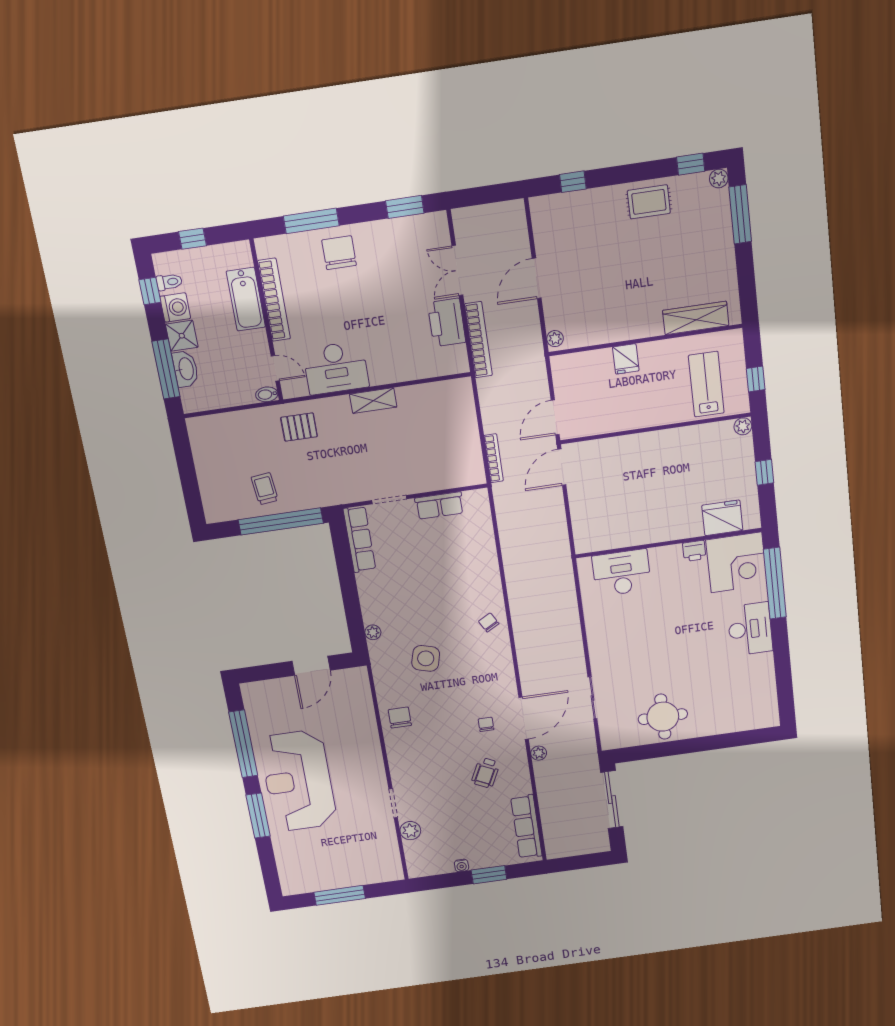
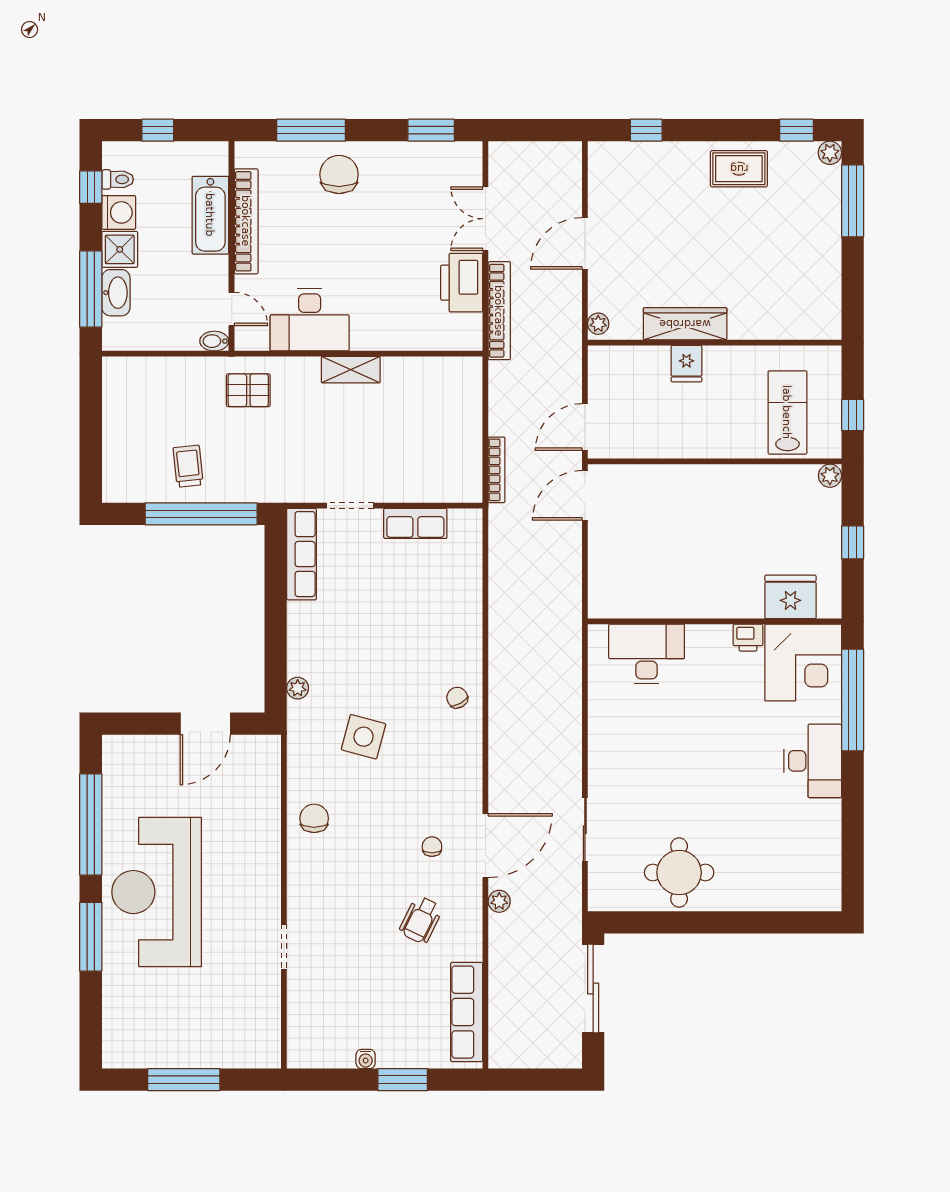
wardrobe: (696, 318) -> (685, 324), moved
plant: (410, 831) -> (301, 993), removed

